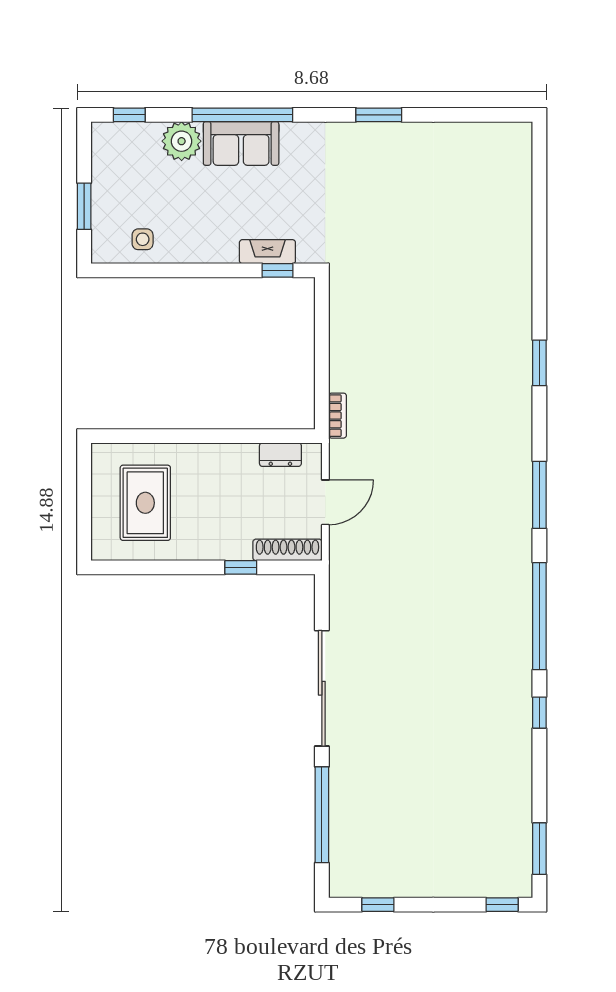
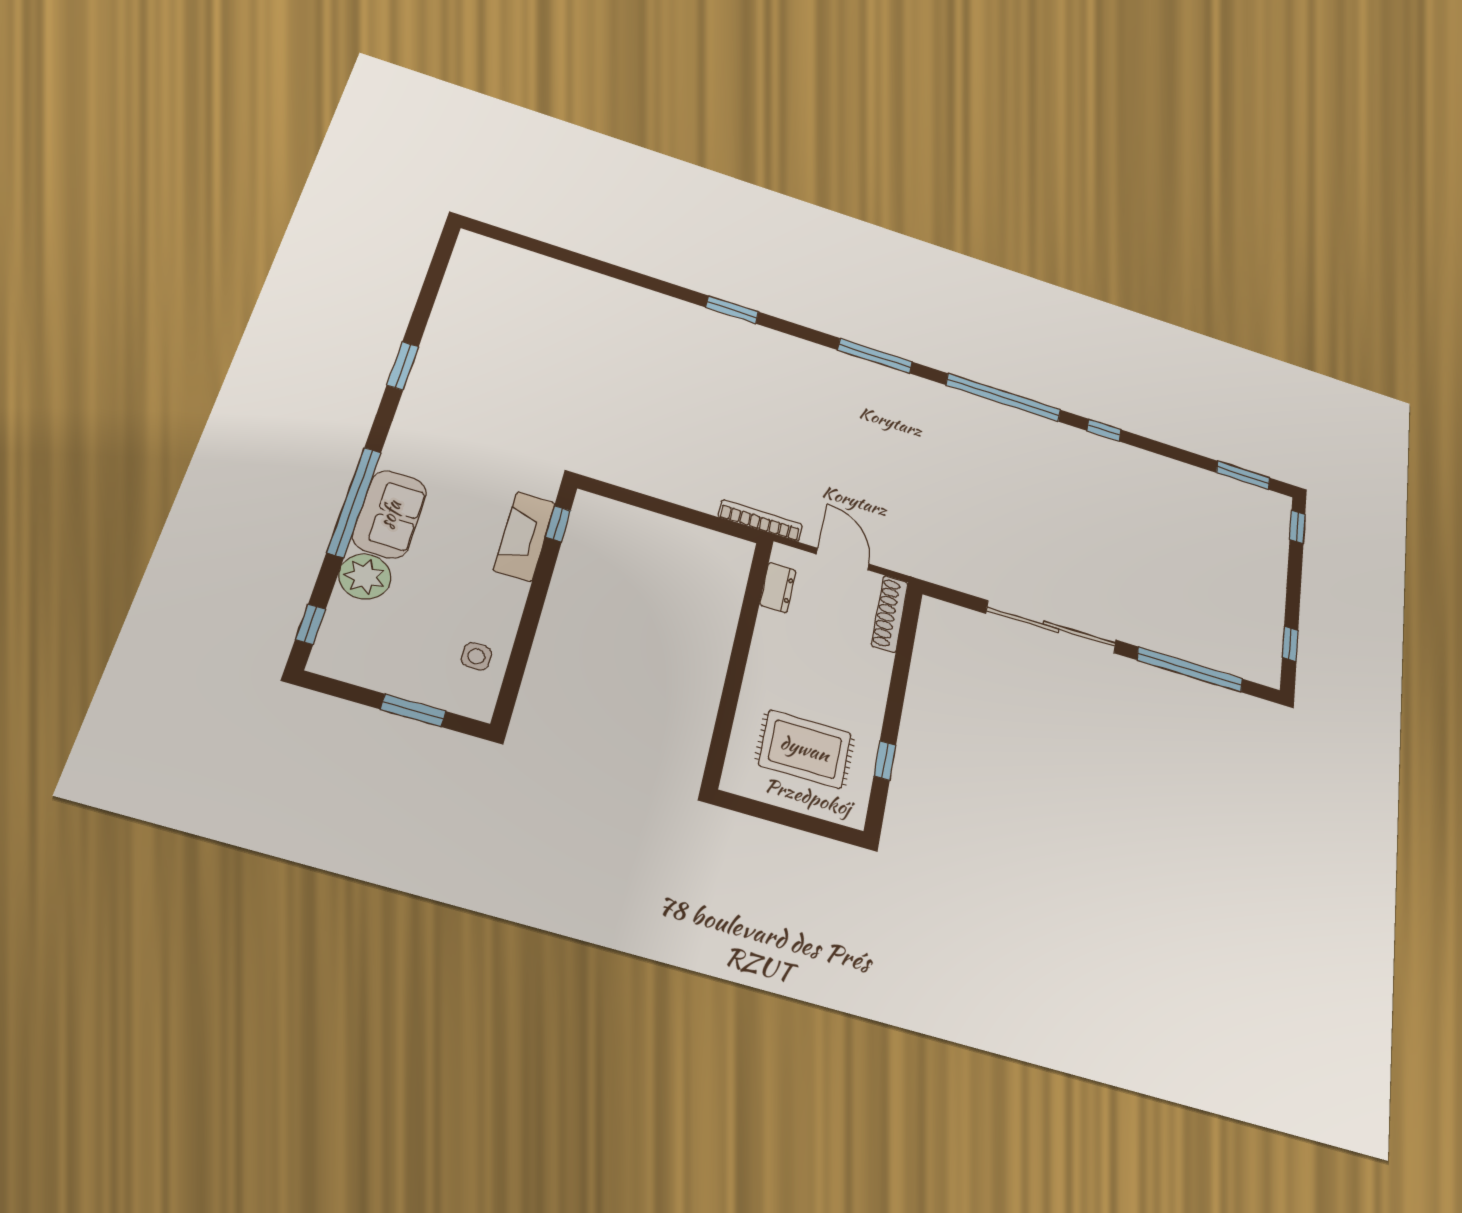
fireplace: (267, 252) -> (524, 536), width x1.37, depth x1.32
bookcase: (338, 416) -> (760, 521), width x1.56
window: (241, 567) -> (885, 760), moved

